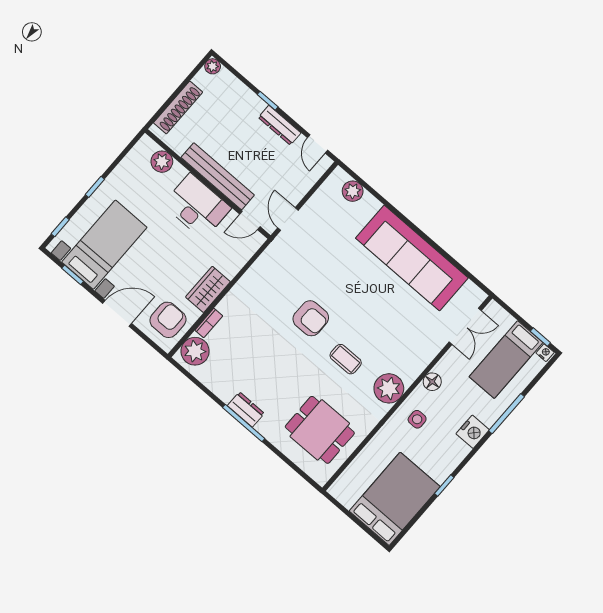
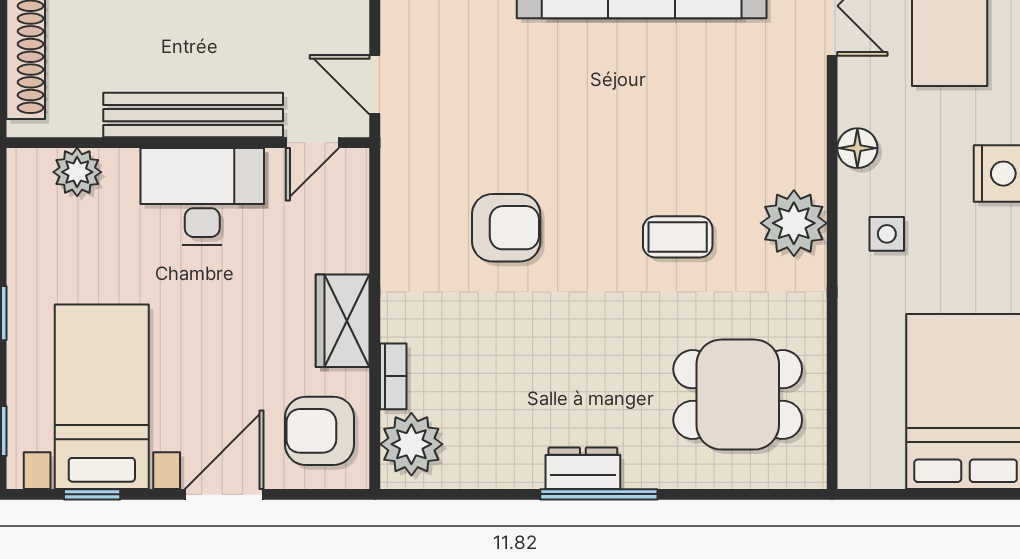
armchair: (311, 318) -> (506, 228), moved
armchair: (168, 320) -> (320, 431), turned -90

